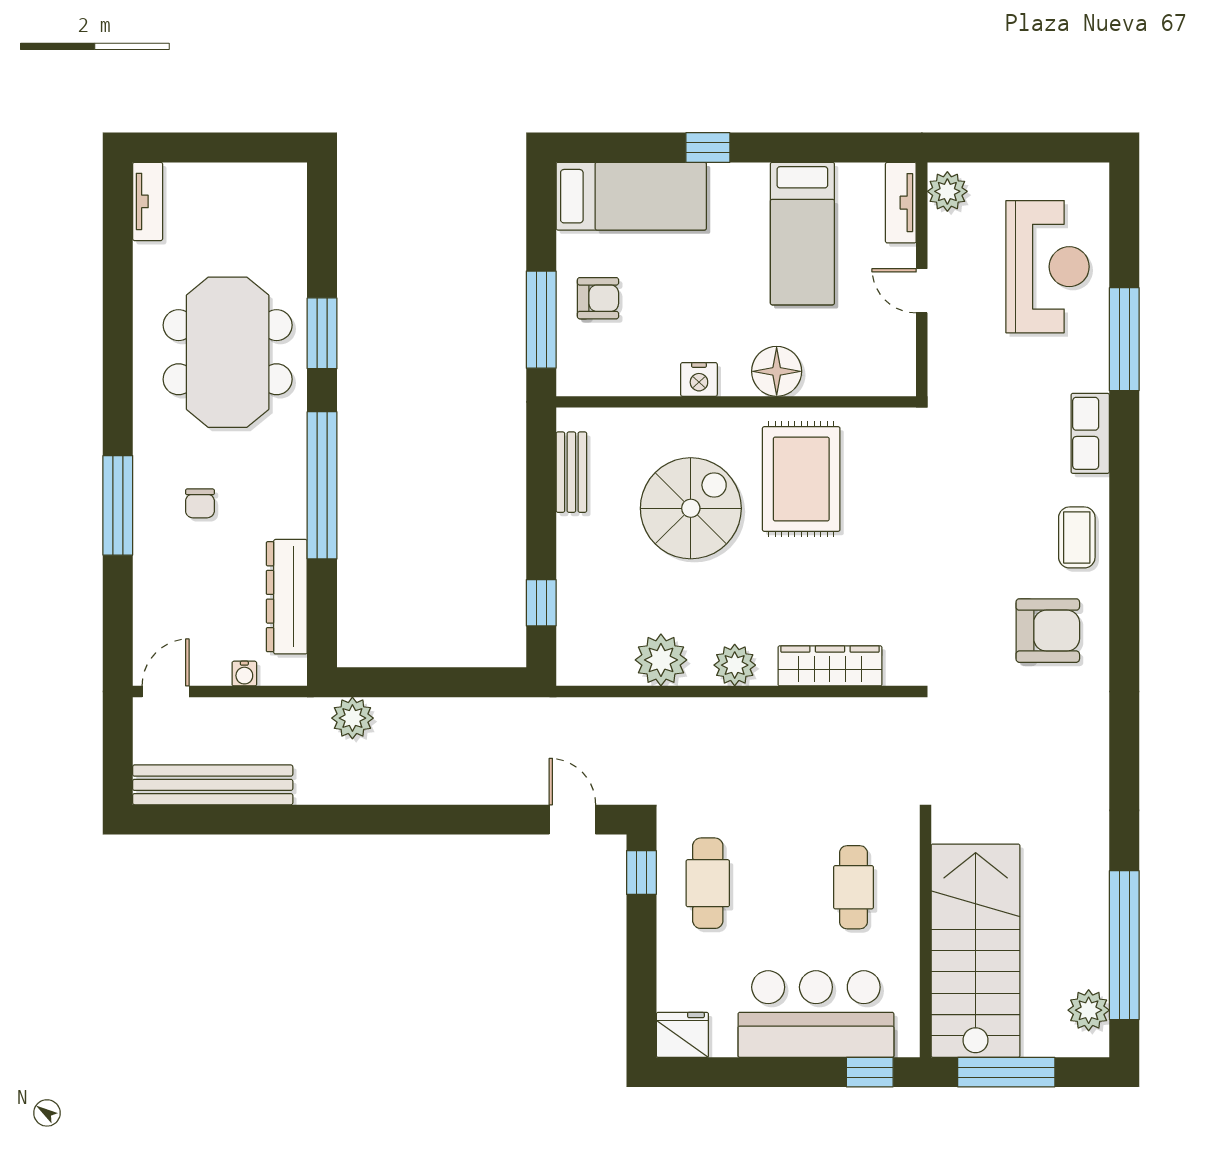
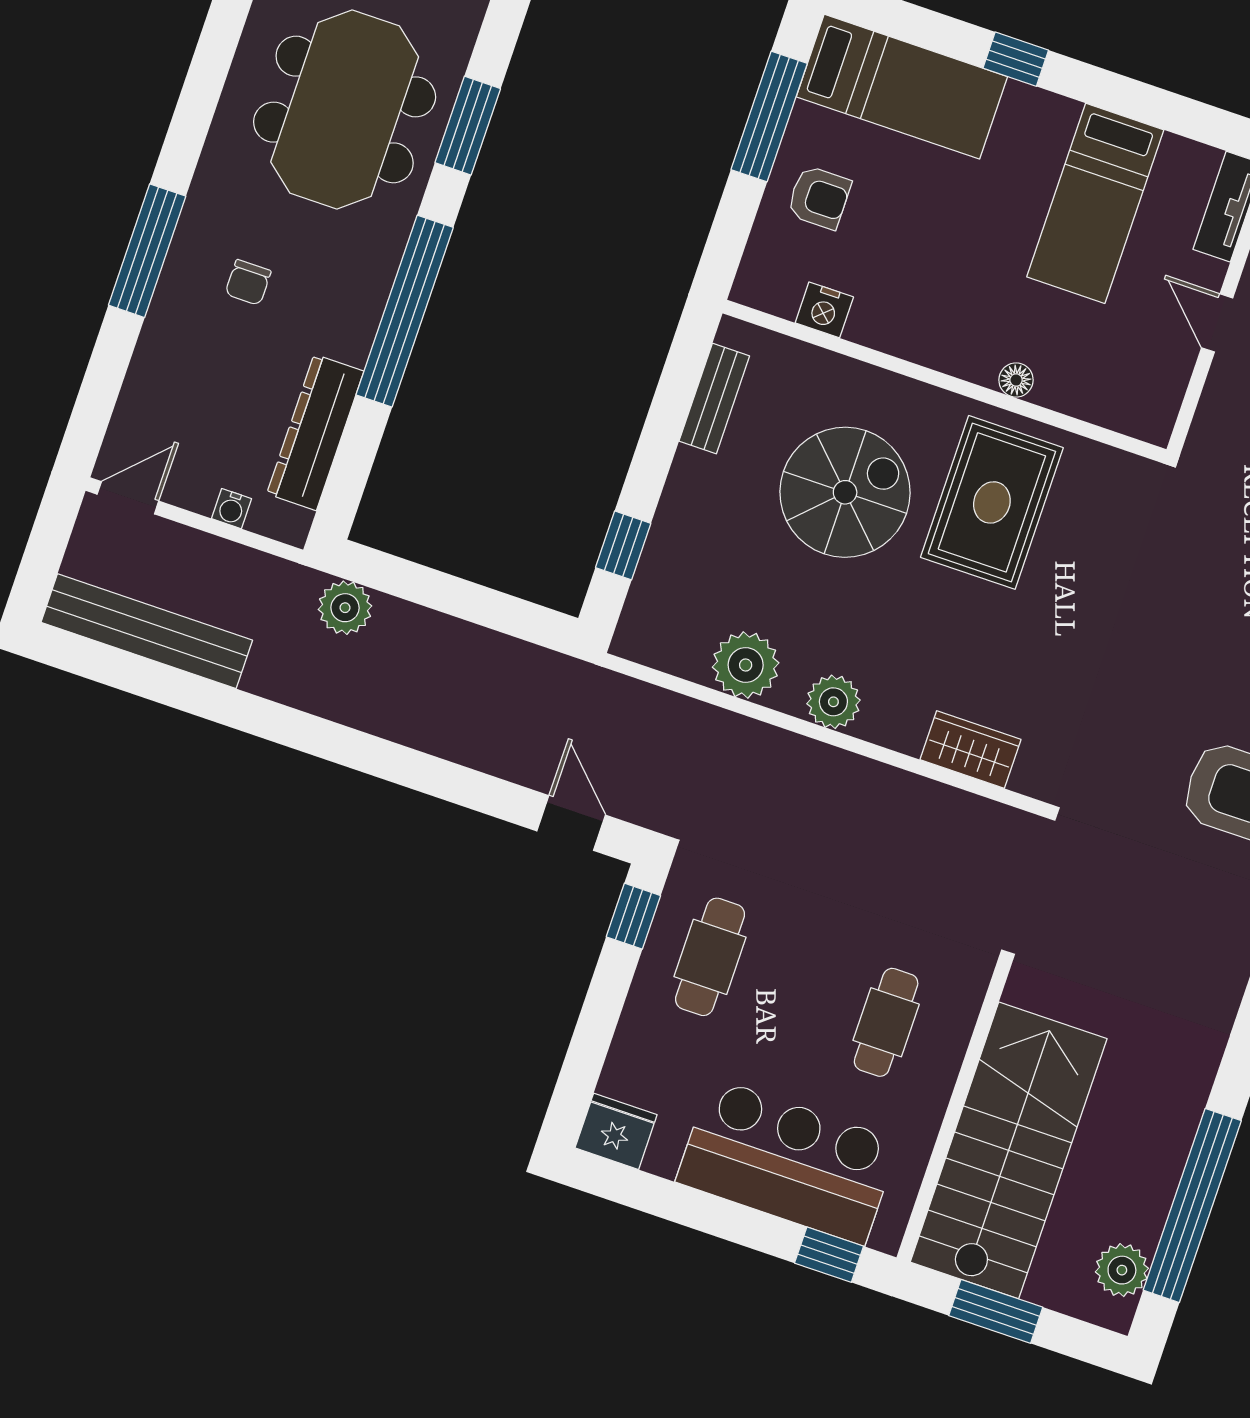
window: (541, 320) -> (769, 116), moved
floor lamp: (777, 371) -> (1016, 380), width x0.53, depth x0.53
nightstand: (699, 379) -> (824, 310), moved
wardrobe: (830, 666) -> (971, 750), width x0.67
window: (1006, 1072) -> (996, 1311), width x0.69

